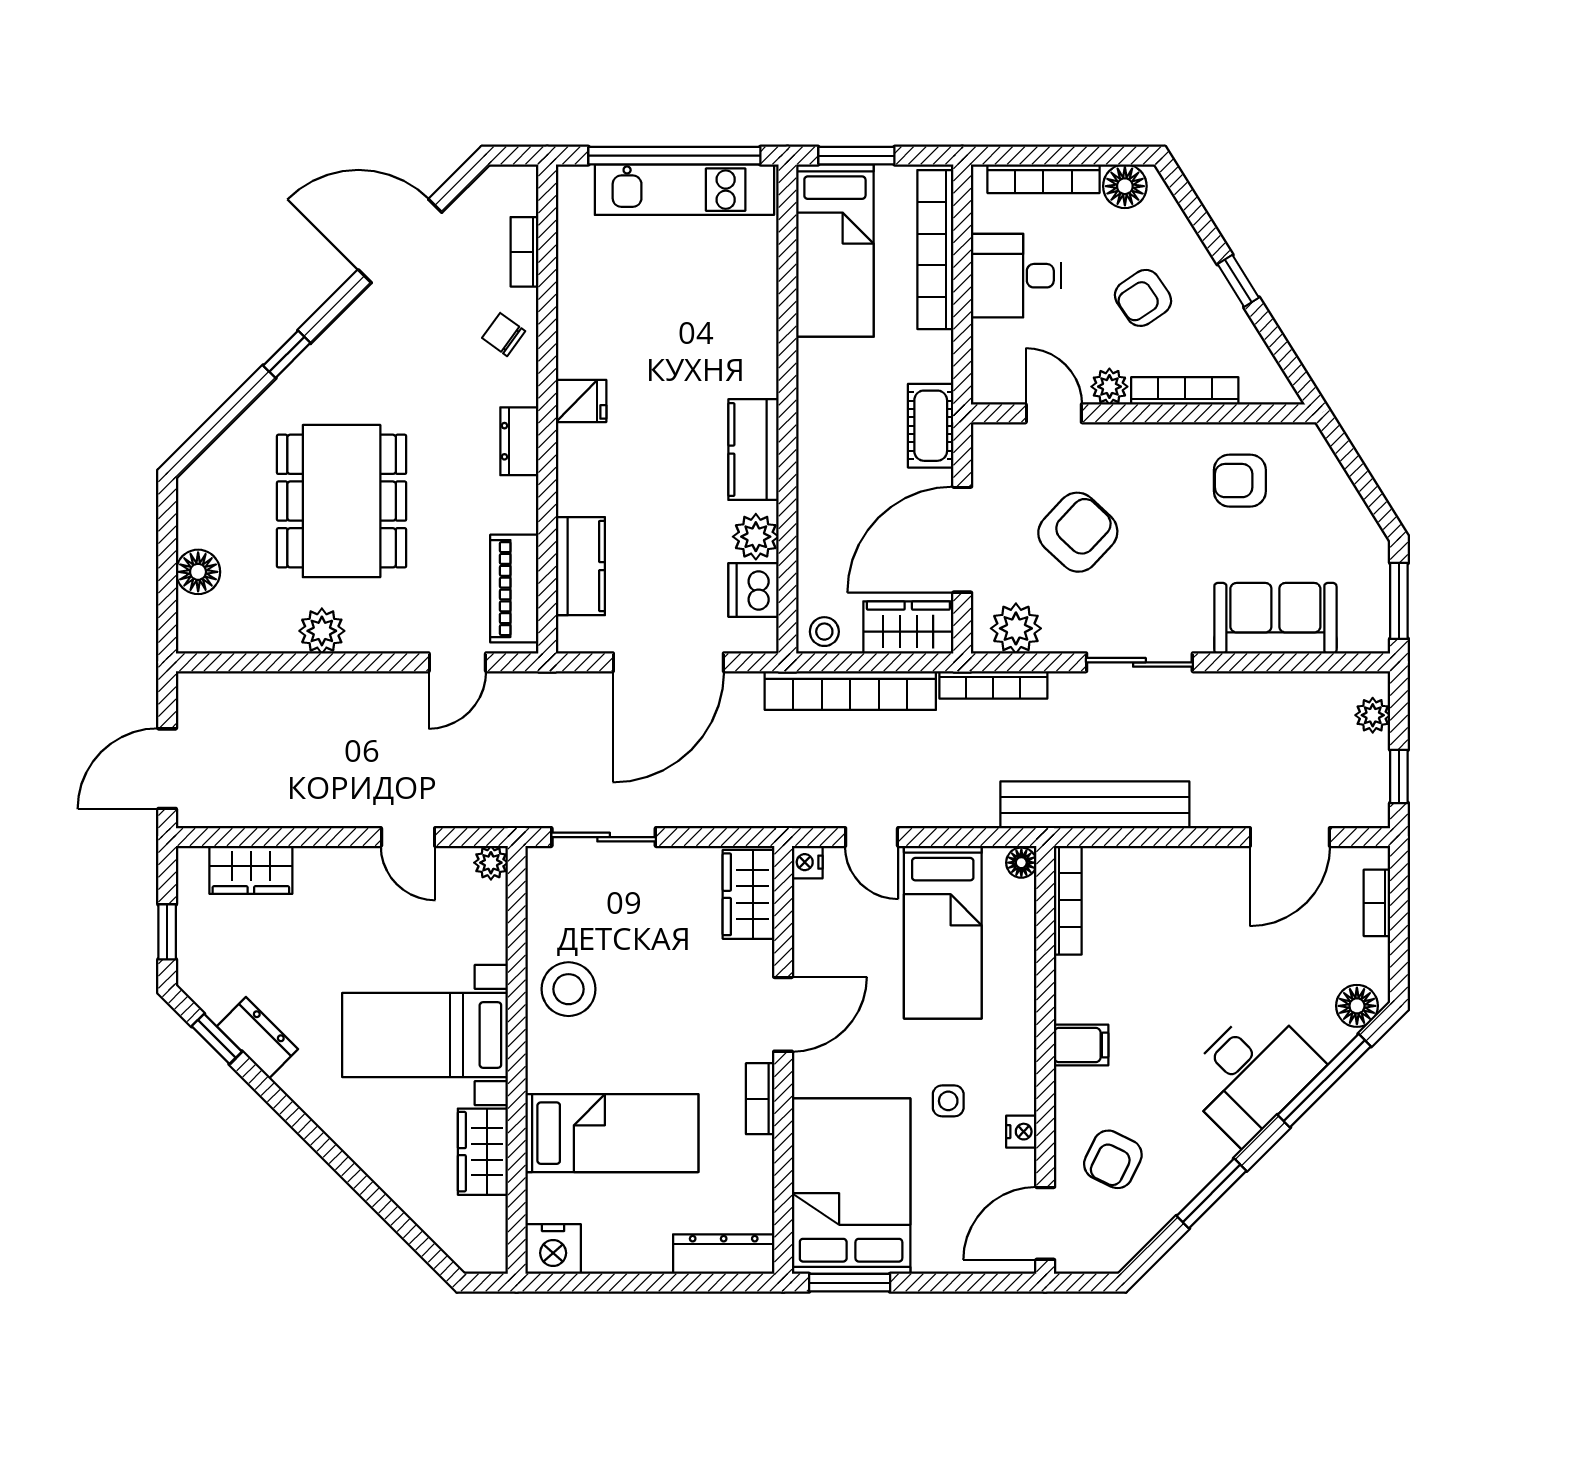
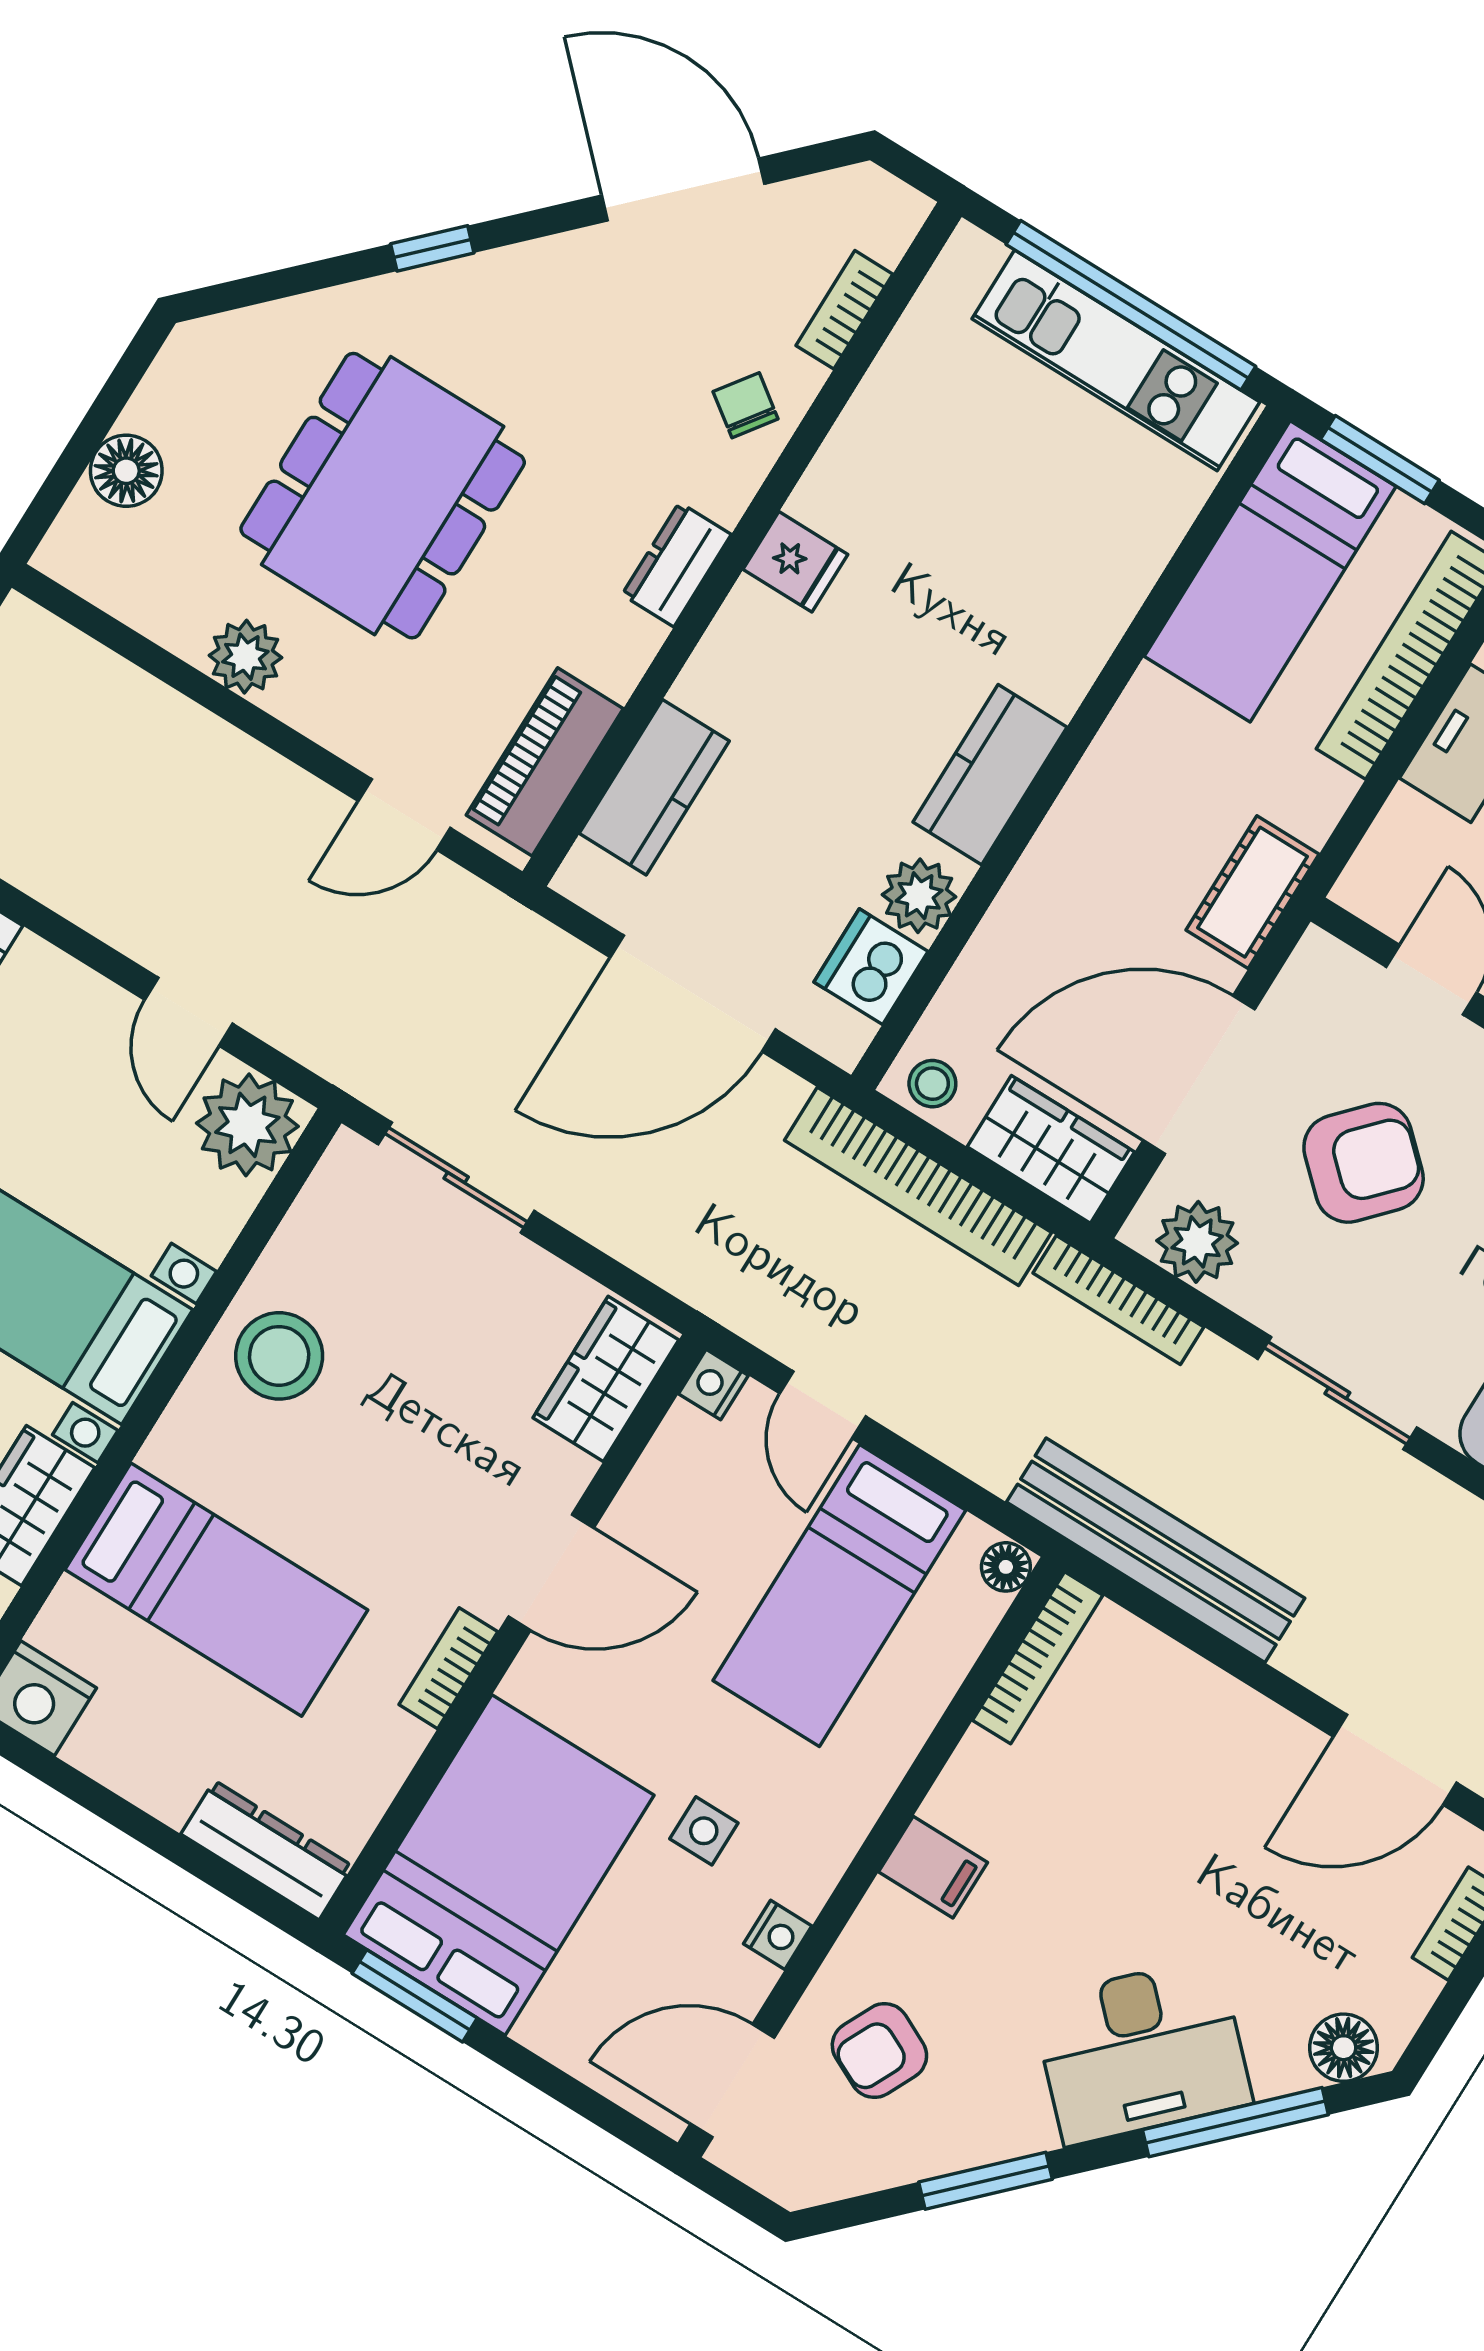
plant: (491, 863) -> (247, 1125), width x1.88, depth x1.88

